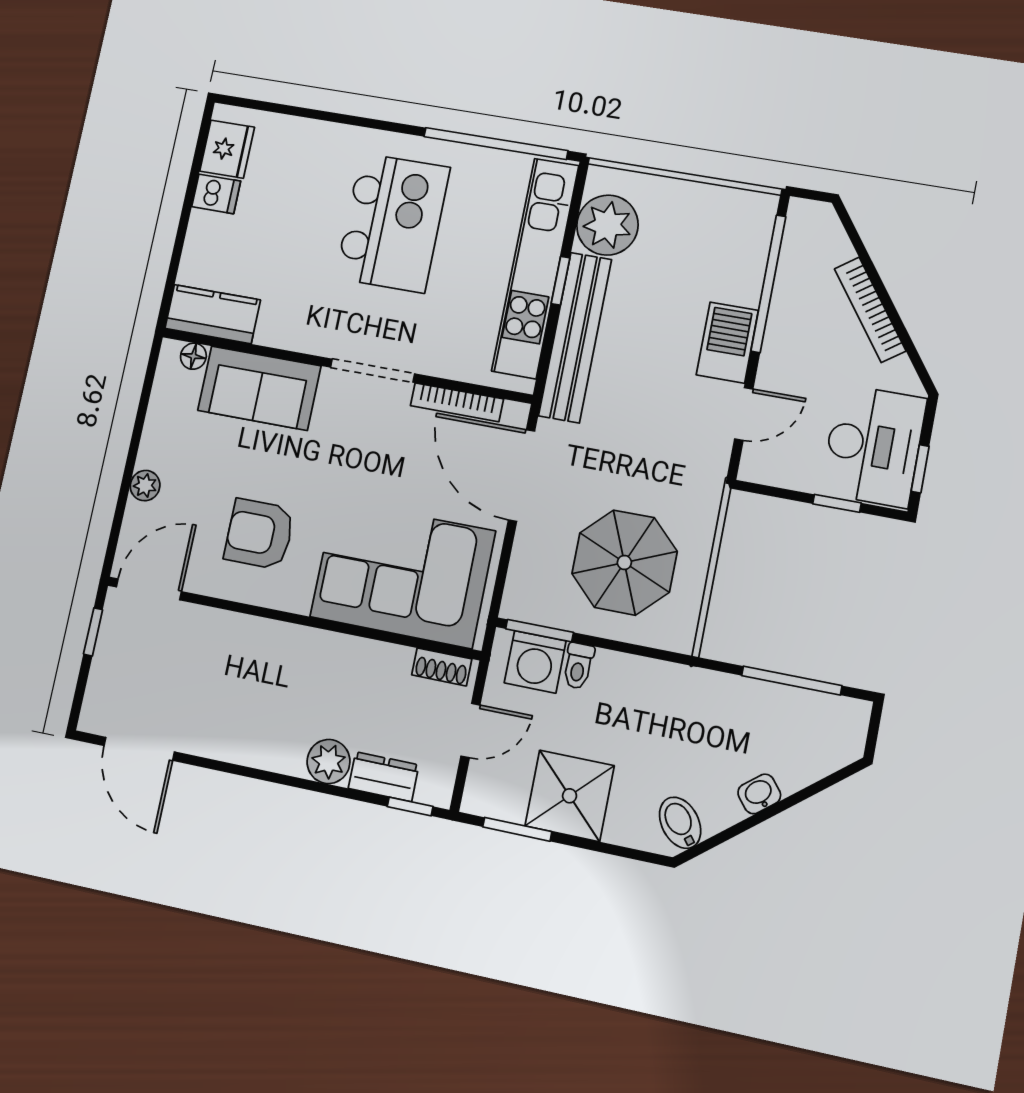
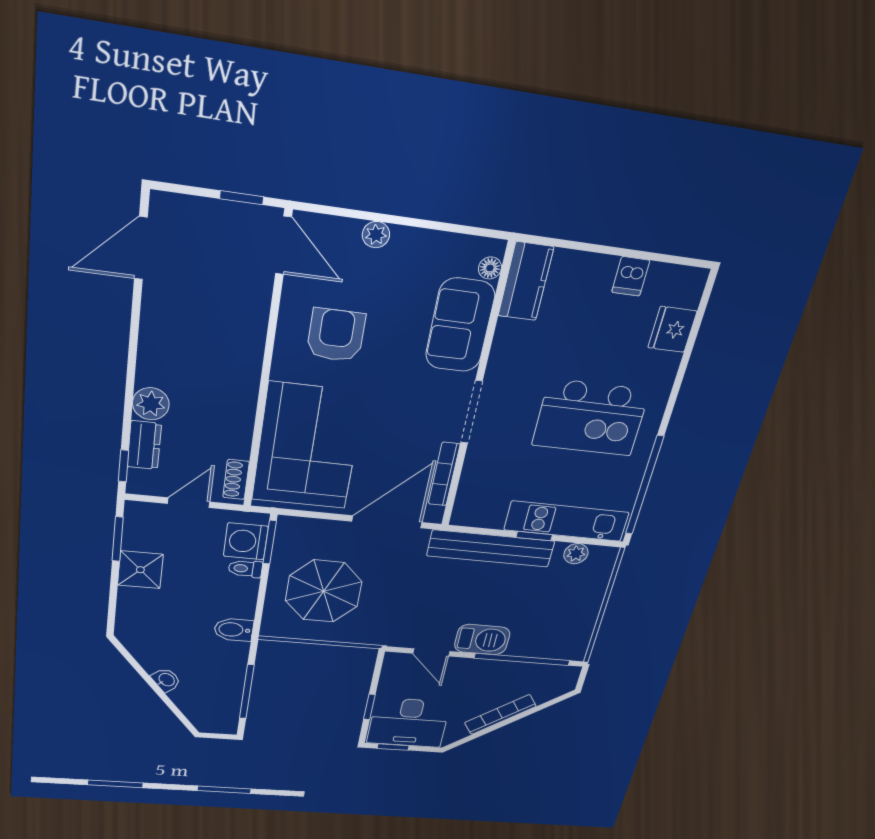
fridge: (227, 149) -> (672, 329), moved, turned 90
plant: (607, 225) -> (576, 554), width x0.53, depth x0.53
kitchen unit: (535, 268) -> (567, 521), width x0.73
door: (470, 730) -> (189, 503), swing flipped
shower: (570, 796) -> (140, 570), width x0.73, depth x0.73
bidet: (680, 823) -> (234, 630), moved, turned -141

